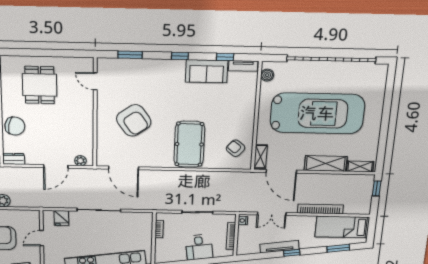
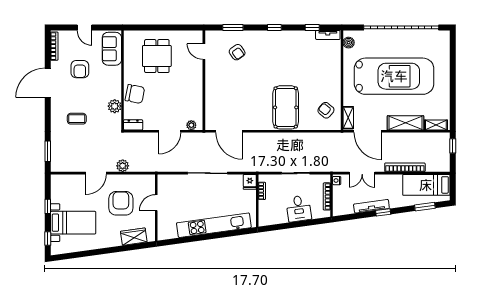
sofa: (207, 71) -> (297, 40), removed
armchair: (134, 120) -> (237, 52), moved, width x0.53, depth x0.53
fridge: (61, 218) -> (250, 182), moved

